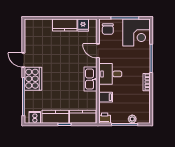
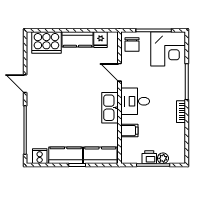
cooker: (33, 79) -> (46, 43), moved, turned 90
printer: (105, 118) -> (149, 157), moved

